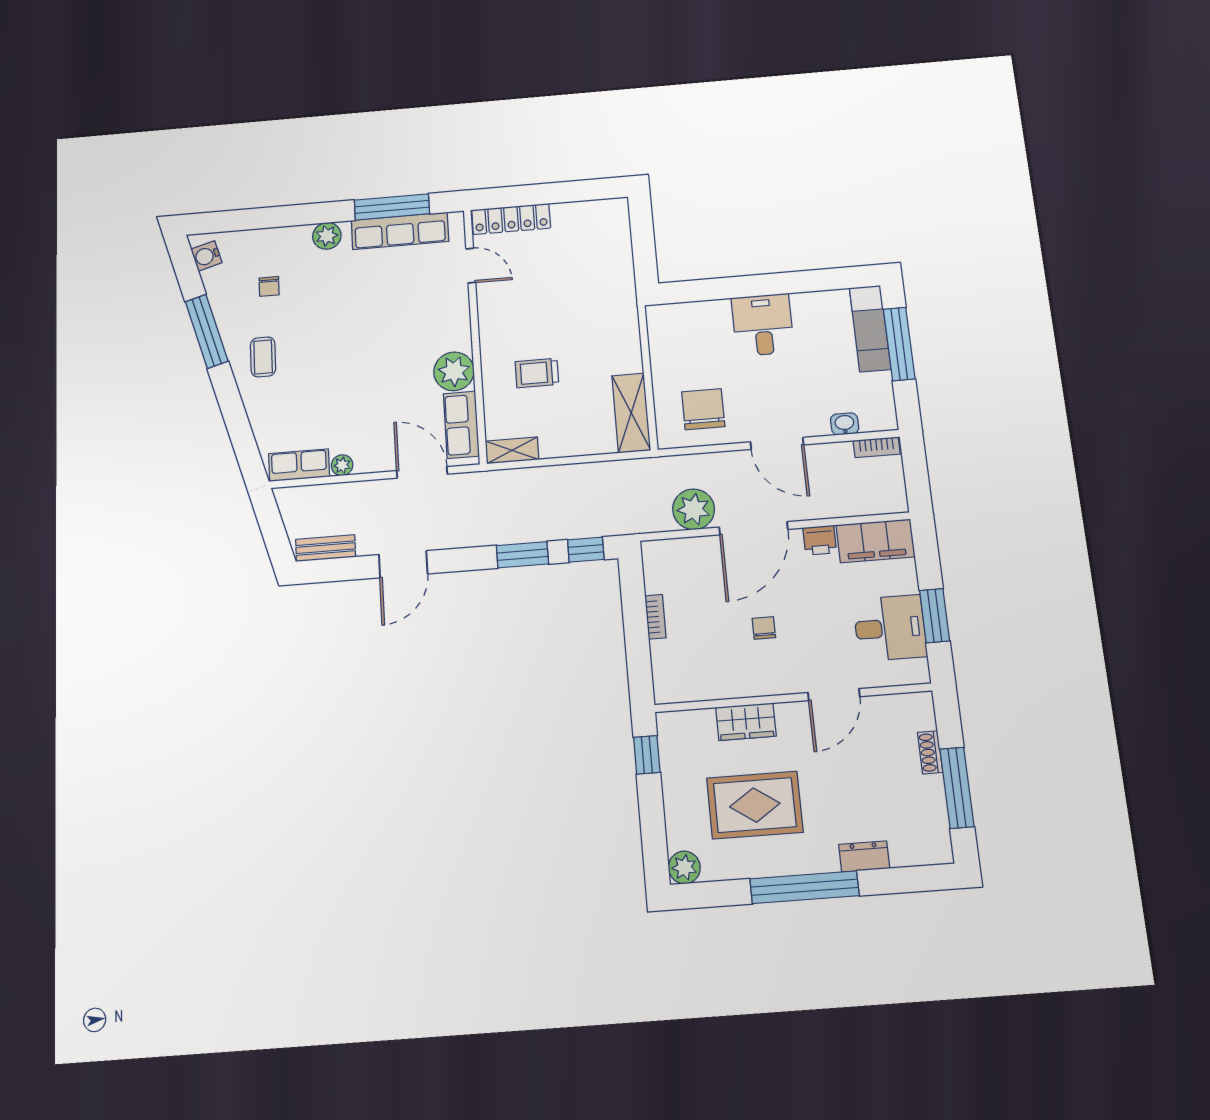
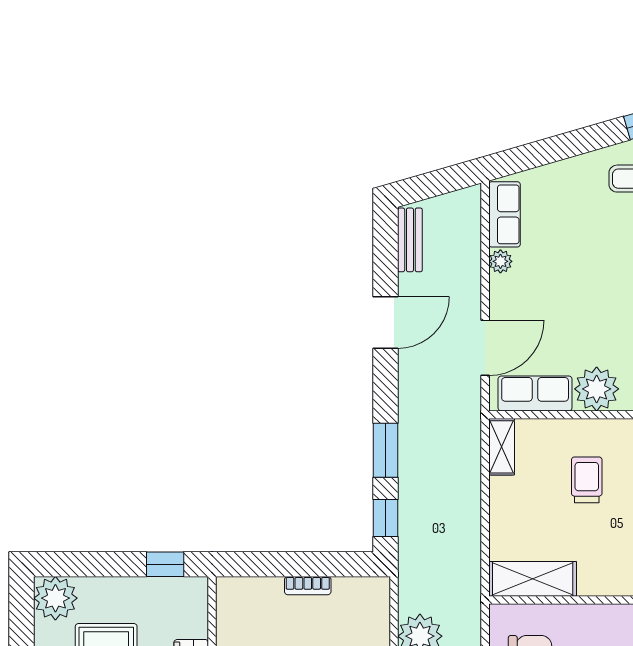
door: (403, 564) -> (386, 323), swing flipped
plant: (684, 867) -> (55, 598), width x1.36, depth x1.36

